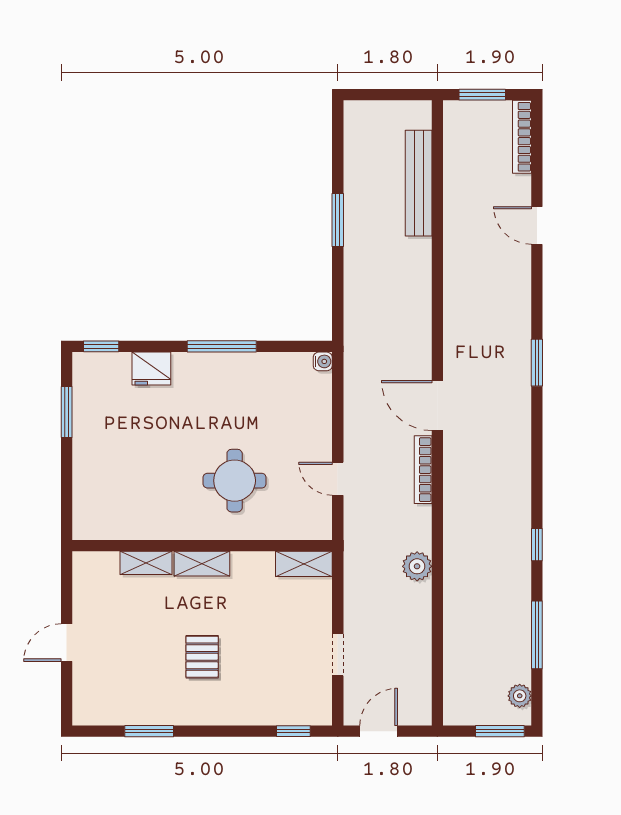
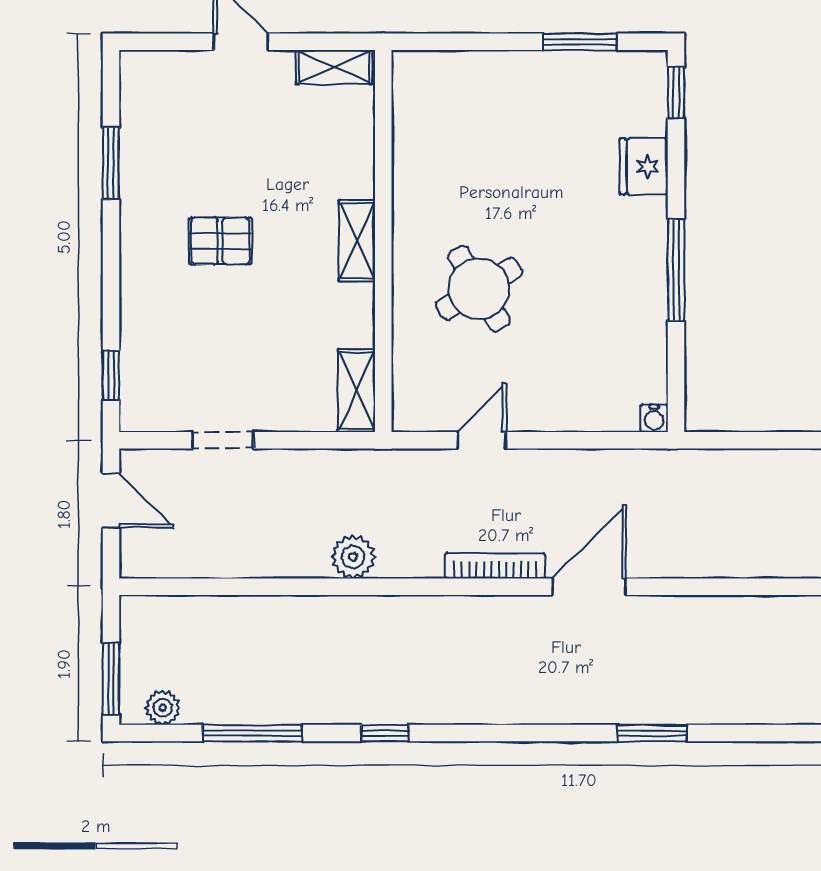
round table: (235, 481) -> (479, 289), turned -31
shelving: (146, 563) -> (334, 67), moved, turned 90

